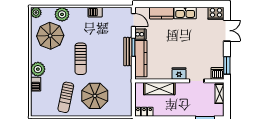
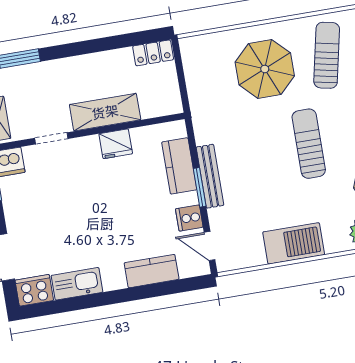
barbecue: (95, 12) -> (294, 243), width x1.88, depth x1.53
kitchen sink: (185, 13) -> (77, 284), moved
kitchen counter: (141, 59) -> (179, 166), width x0.67
fridge: (179, 73) -> (116, 144), moved
shelving: (159, 89) -> (105, 112), moved

